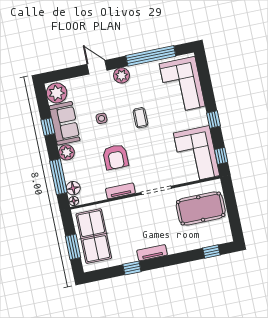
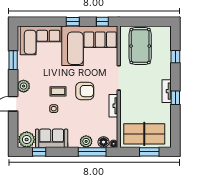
window: (151, 56) -> (13, 60), width x0.47
coffee table: (140, 118) -> (58, 91), moved
window: (48, 127) -> (39, 152), moved
plant: (67, 152) -> (86, 141), moved
corner sofa: (197, 154) -> (90, 46), width x1.36, depth x1.36
armchair: (116, 157) -> (85, 91), moved
window: (211, 251) -> (175, 57), moved
window: (132, 268) -> (175, 98), moved

